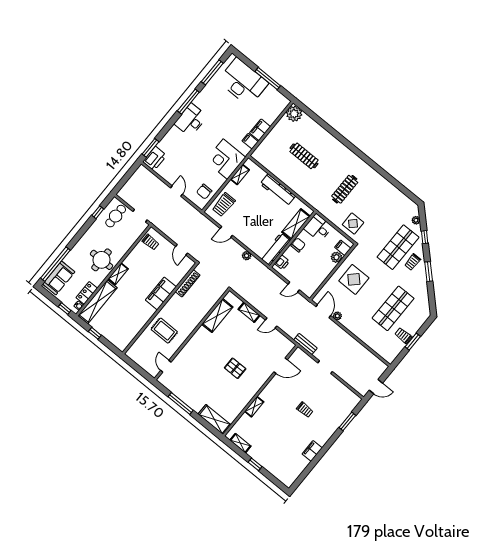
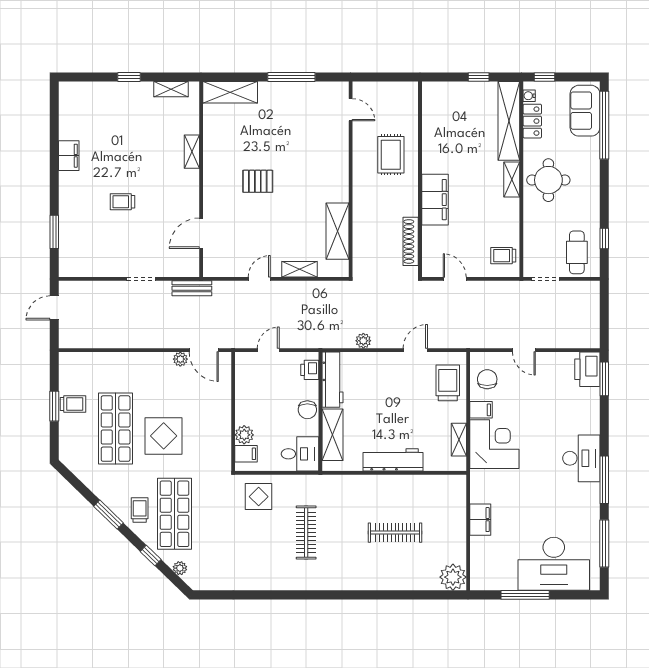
filing cabinet: (250, 141) -> (481, 410), moved
display table: (354, 279) -> (164, 436), moved
rug: (164, 331) -> (391, 155), turned 90

